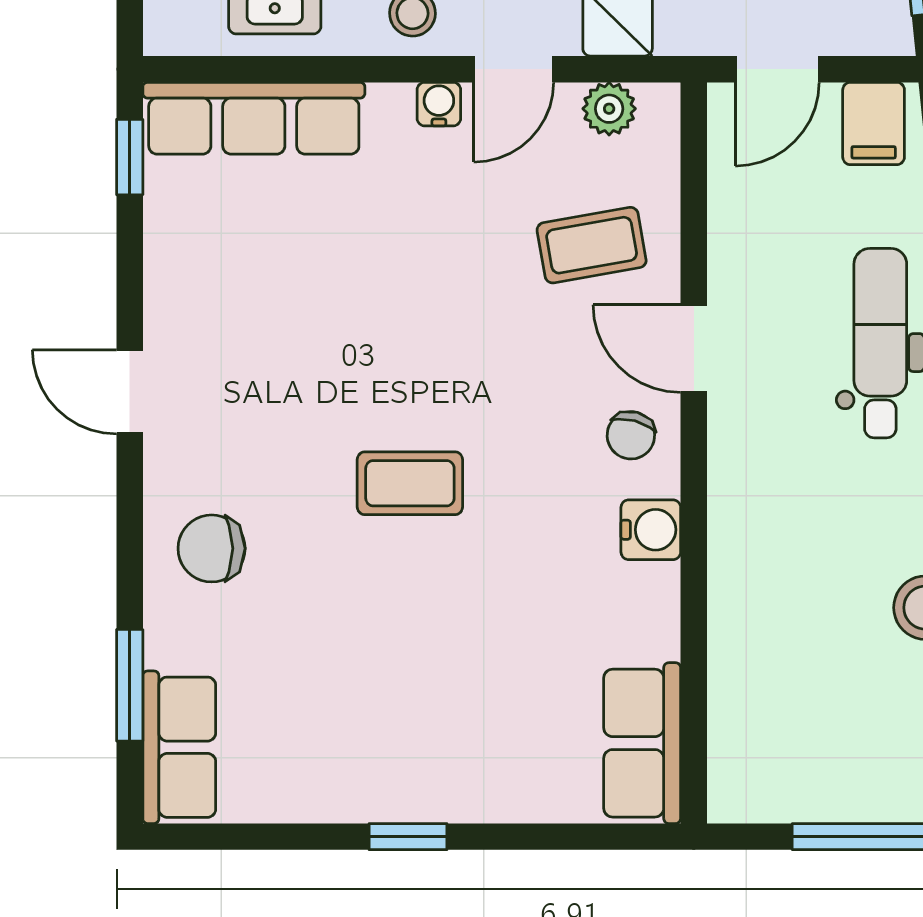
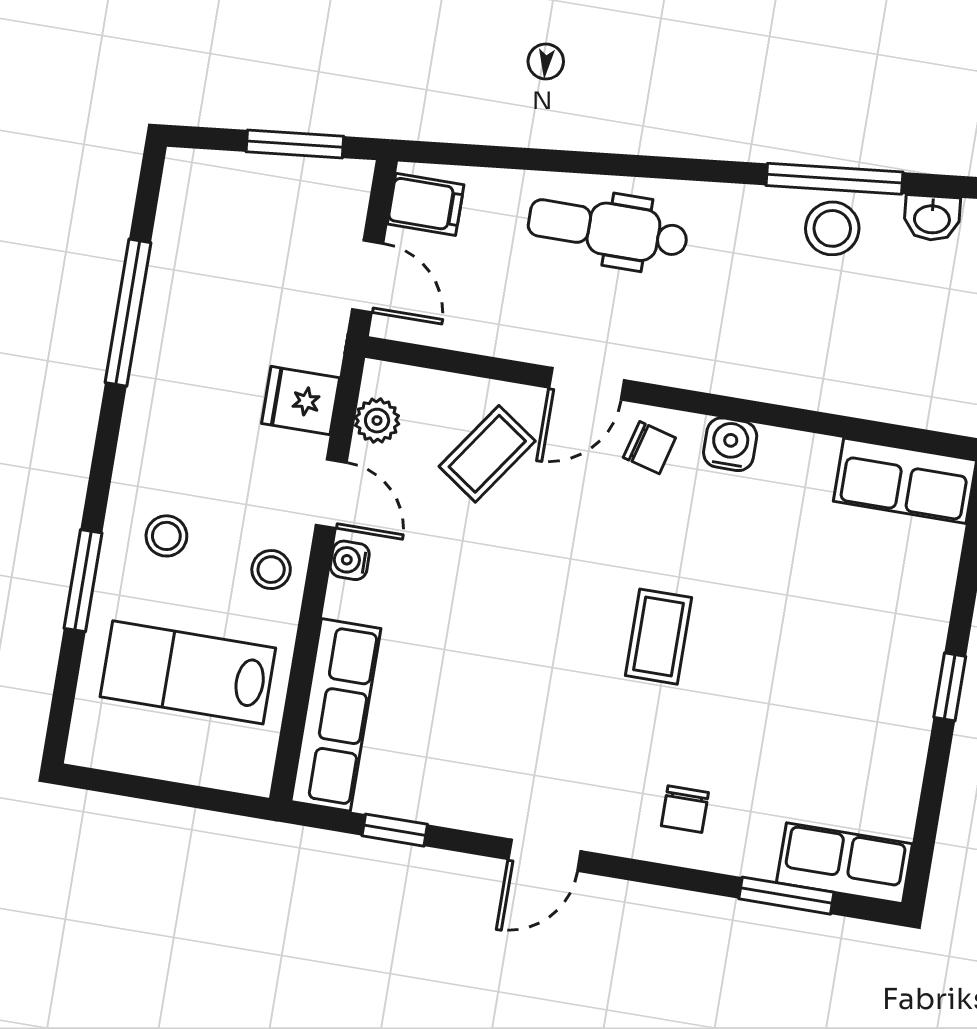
window: (130, 157) -> (395, 830), moved
coffee table: (592, 245) -> (487, 454), turned 45
chair: (212, 548) -> (685, 809), width x0.73, depth x0.73

